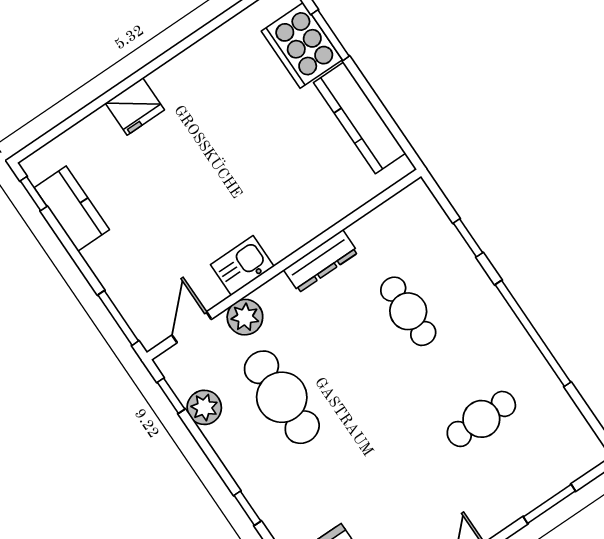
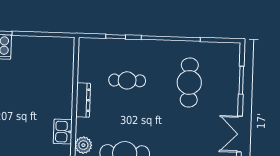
kitchen counter: (360, 118) -> (39, 45), removed
cafe table: (481, 419) -> (189, 82), width x1.37, depth x1.35

